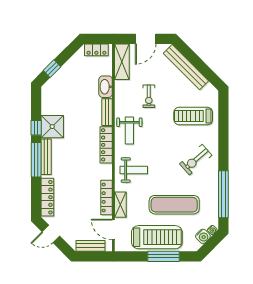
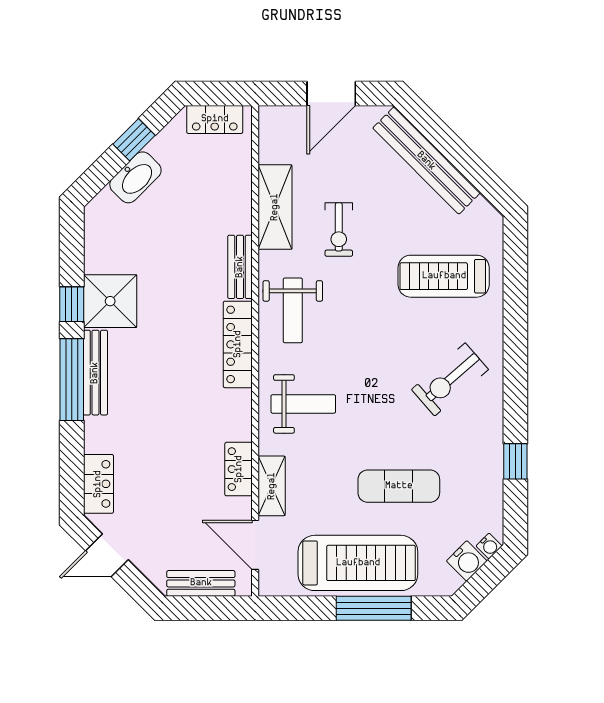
shelving: (122, 62) -> (275, 207), moved
window: (52, 69) -> (134, 140), moved
washbasin: (106, 87) -> (135, 177), moved, turned -135
window: (223, 194) -> (515, 461), width x0.32
locker: (47, 197) -> (98, 484), width x0.66
locker: (106, 198) -> (239, 469), width x0.66
exercise mat: (174, 205) -> (399, 486), width x0.73, depth x0.69

